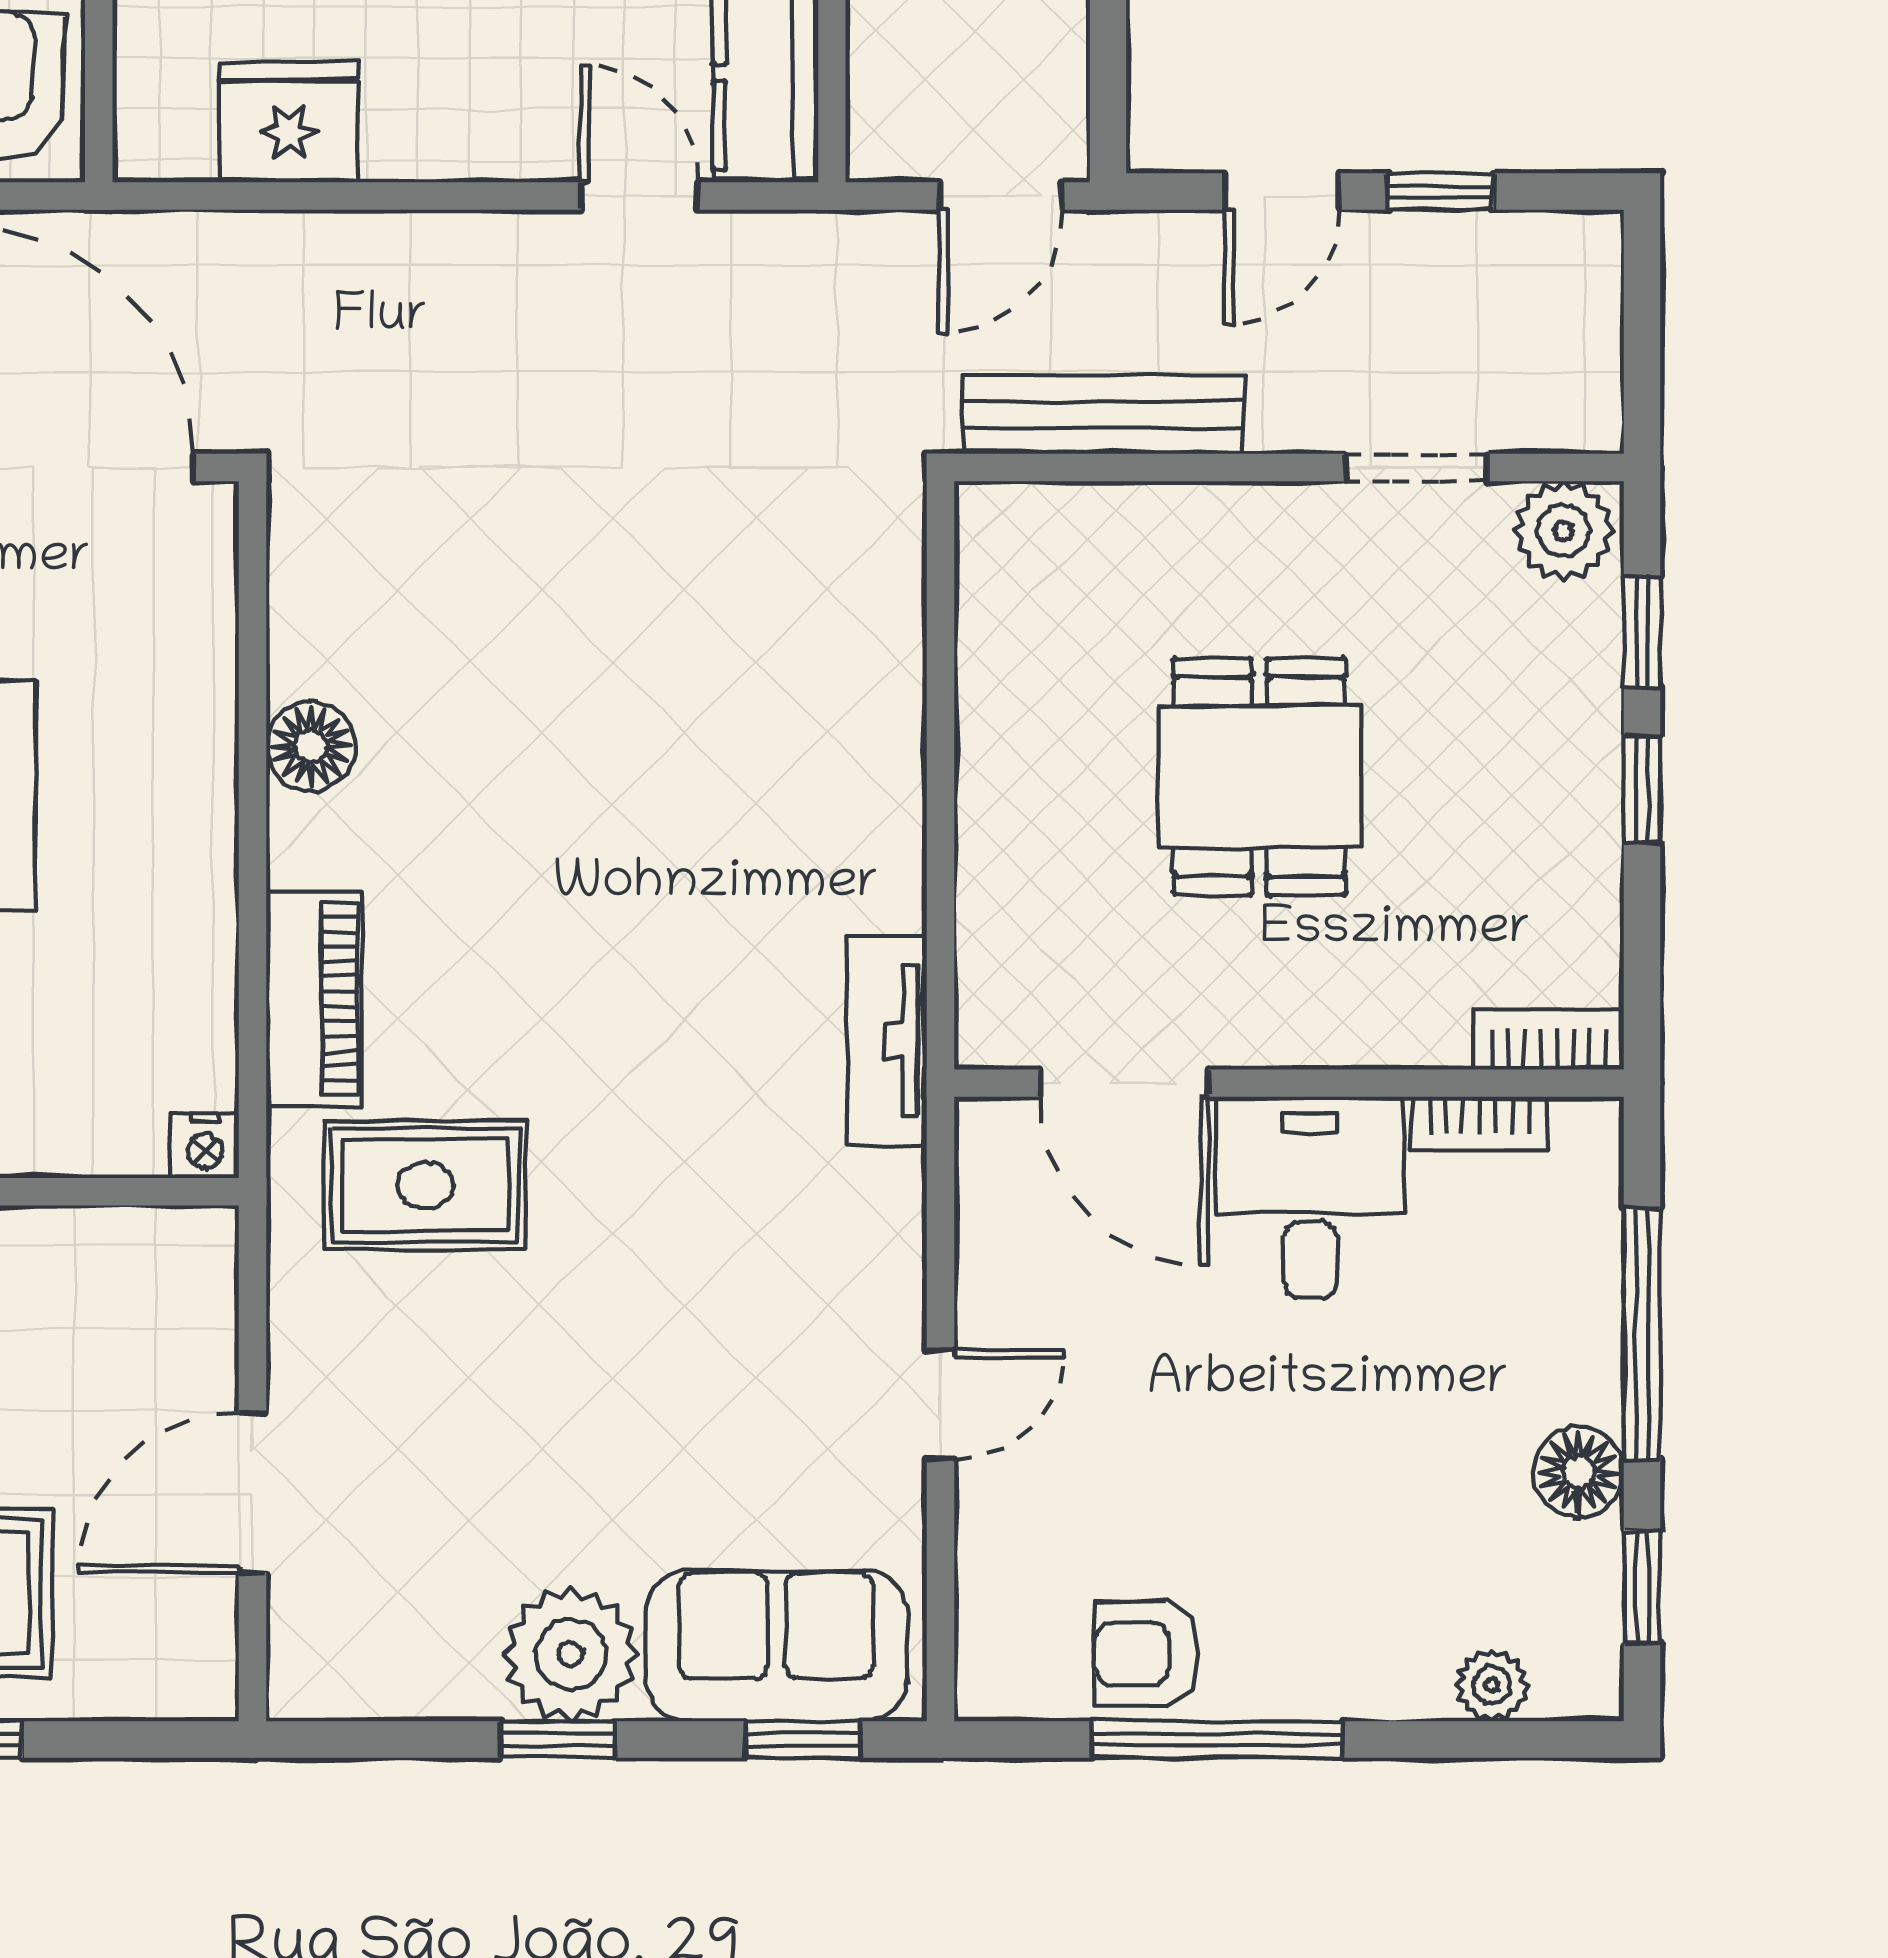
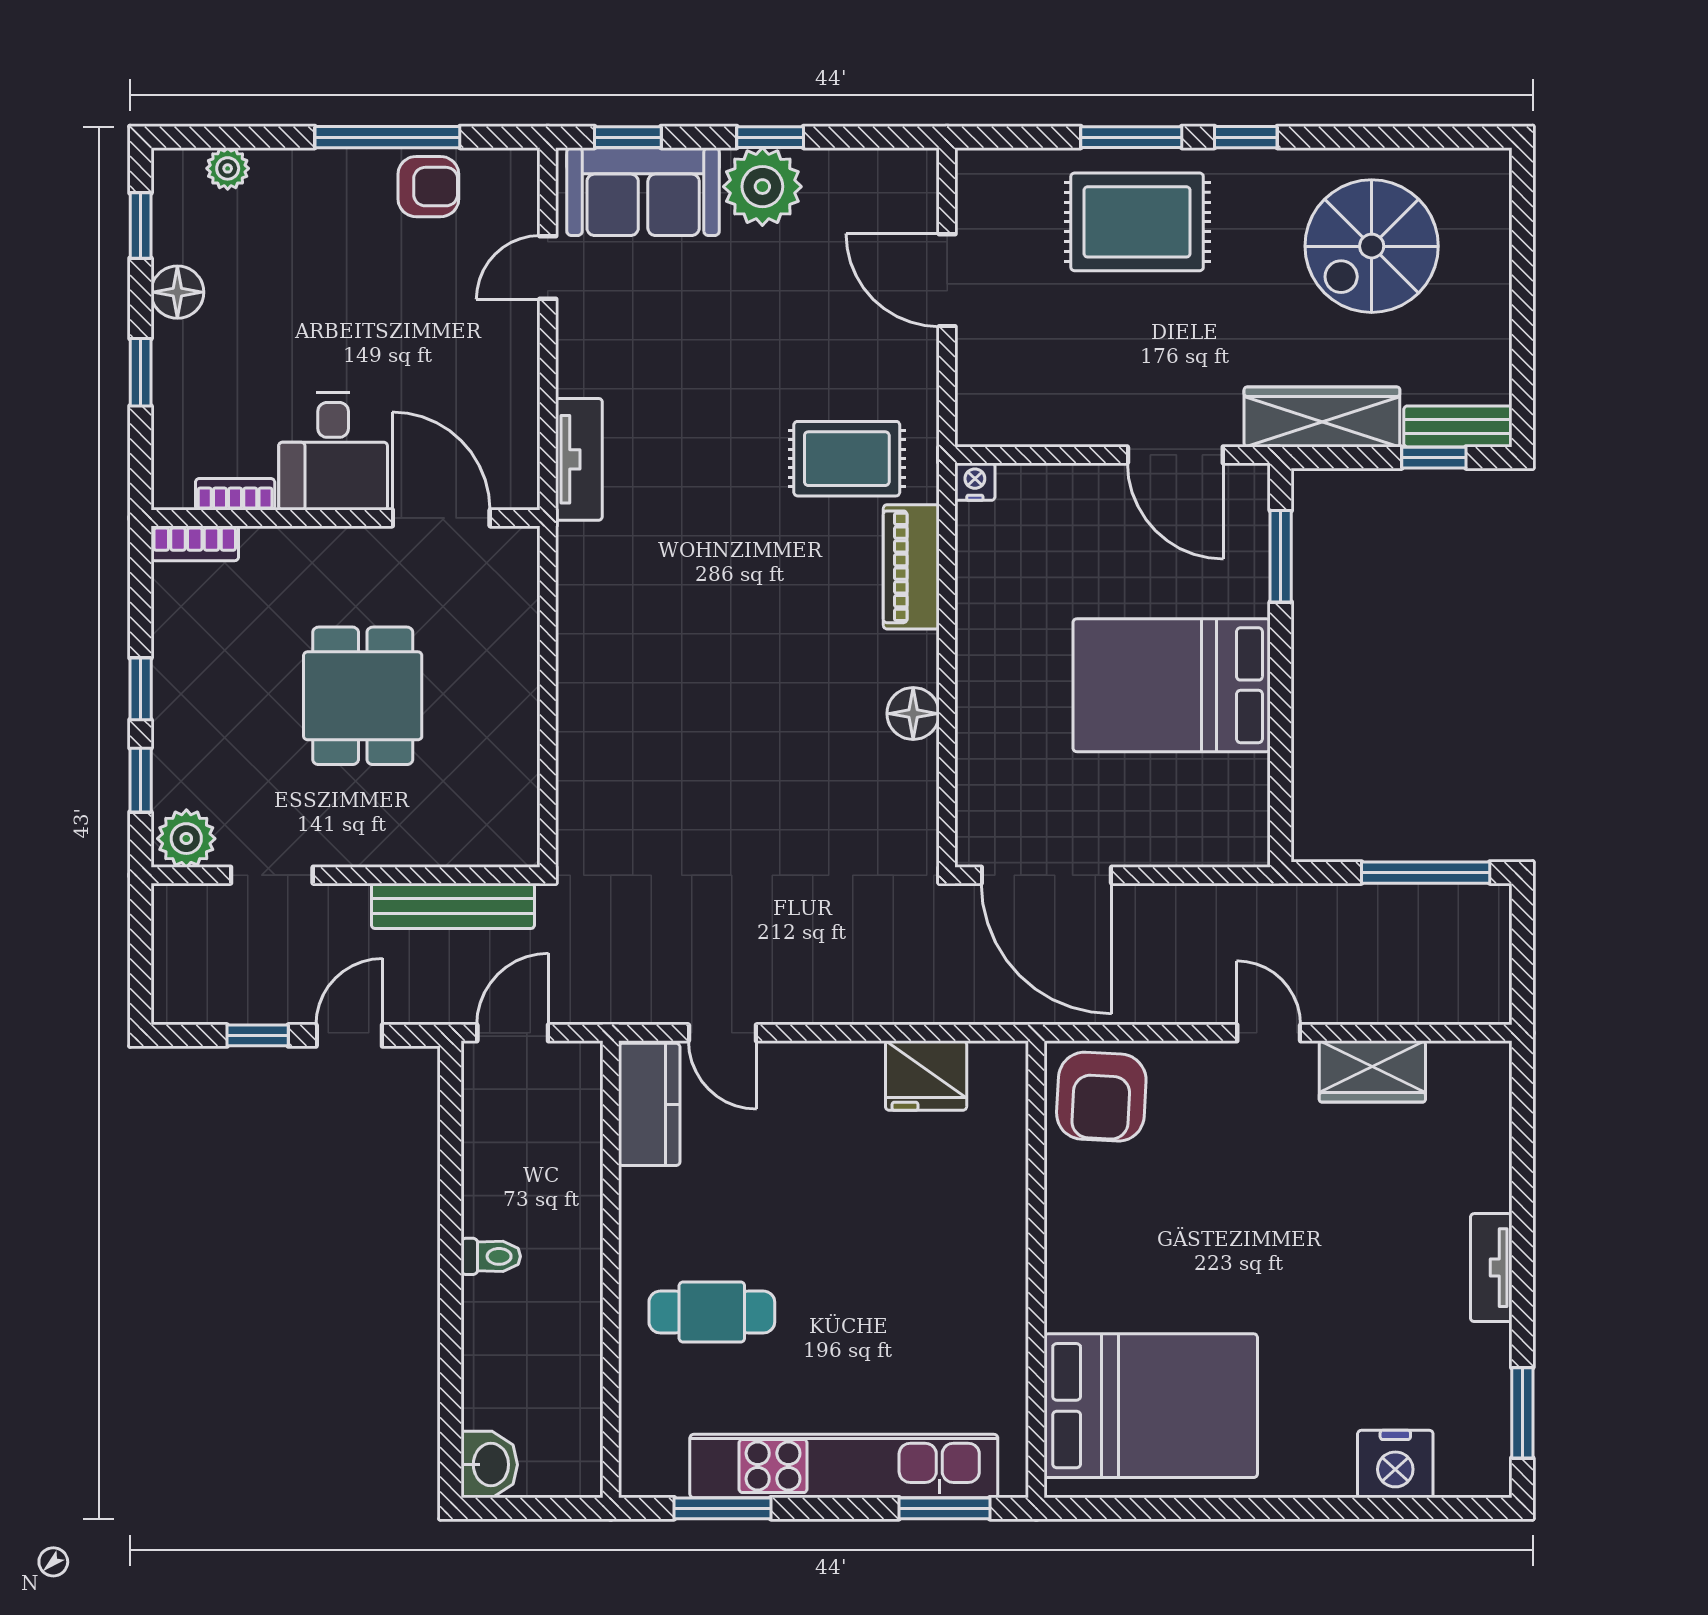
tv unit: (887, 1041) -> (579, 459), moved
window: (1642, 1334) -> (141, 372), width x0.46
door: (941, 1405) -> (548, 268), moved
door: (253, 1493) -> (947, 280), swing flipped

